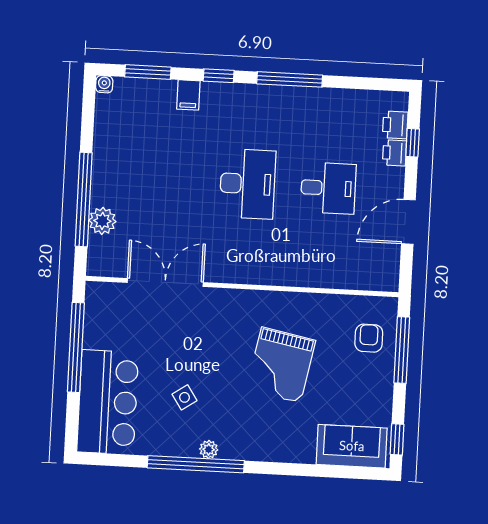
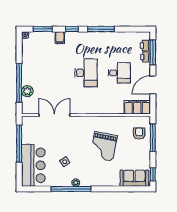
window: (413, 143) -> (153, 52), width x2.17
filing cabinet: (368, 274) -> (137, 107), added

